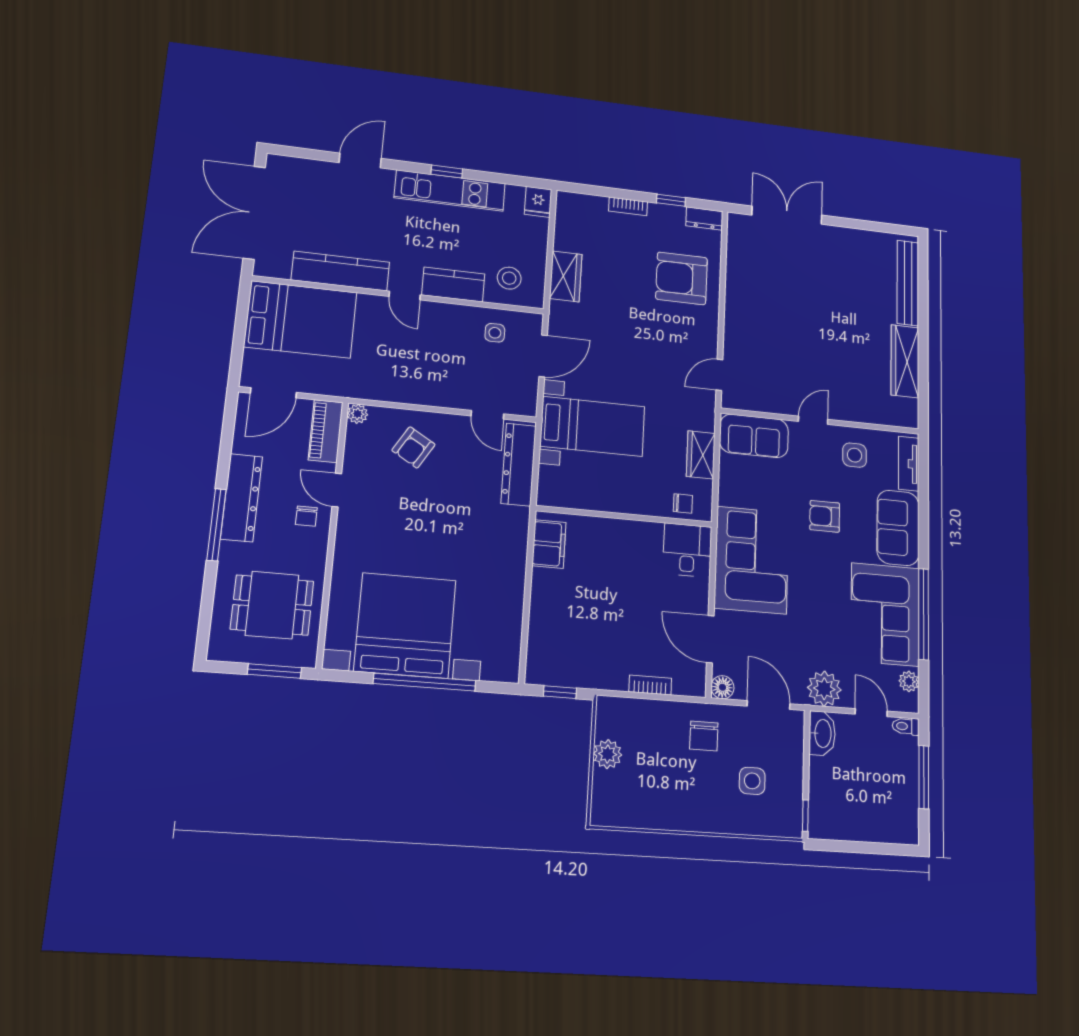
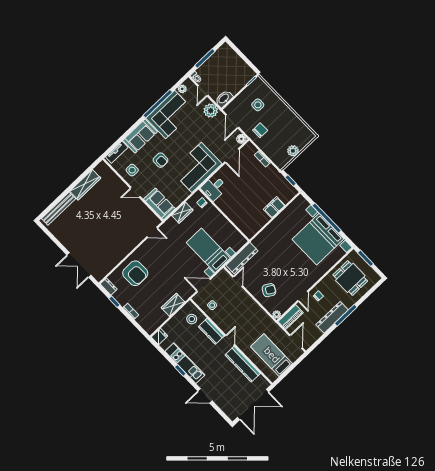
bed: (301, 319) -> (272, 355), width x0.67
door: (273, 393) -> (296, 342), hinge flipped
filing cabinet: (549, 544) -> (274, 207), moved

